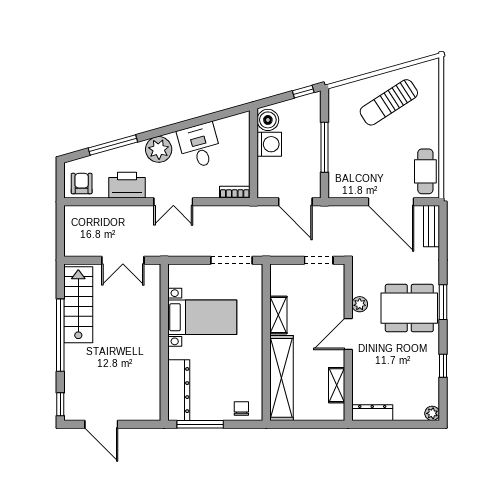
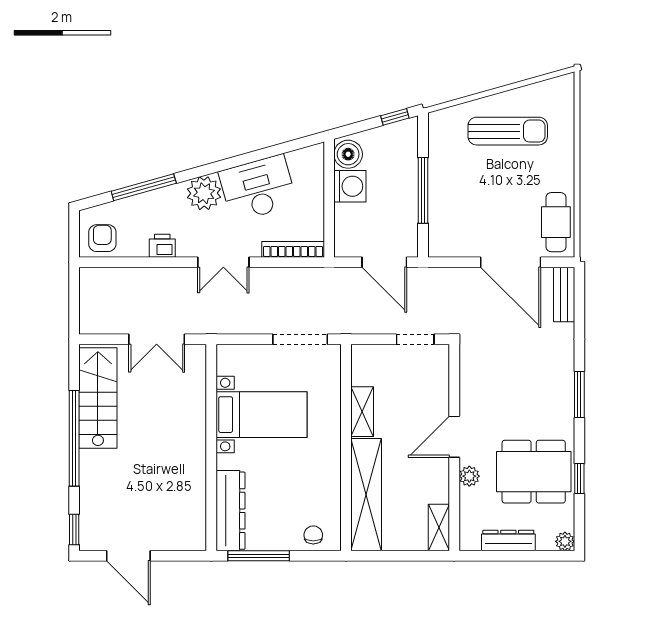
sun lounger: (389, 102) -> (508, 131), turned -147
desk: (199, 146) -> (258, 188), width x1.37
printer: (127, 185) -> (162, 246), width x0.53, depth x0.68
bookcase: (235, 192) -> (293, 249), width x1.56
plant: (360, 304) -> (469, 476), moved
dining table: (409, 308) -> (534, 472), moved
shelving: (337, 385) -> (439, 528), moved
dresser: (372, 413) -> (508, 540), moved

